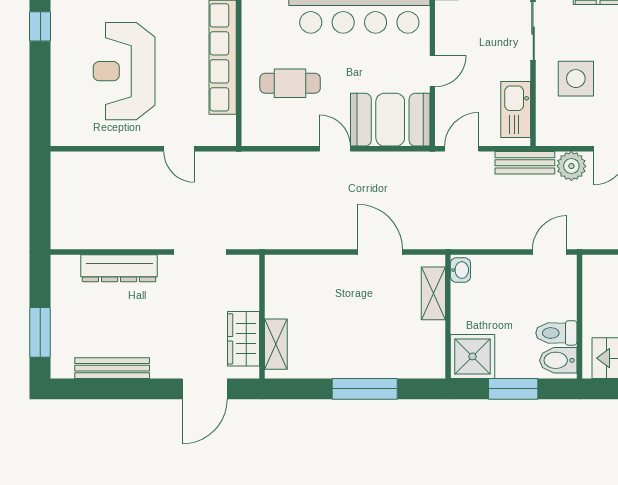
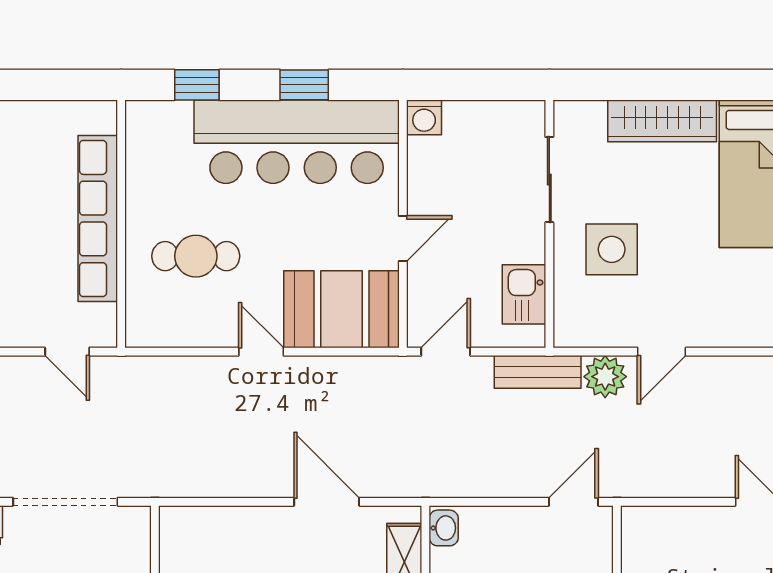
kitchen sink: (516, 110) -> (524, 294), width x0.73
door: (179, 149) -> (67, 352), moved
doorway: (200, 252) -> (65, 502), width x1.36

